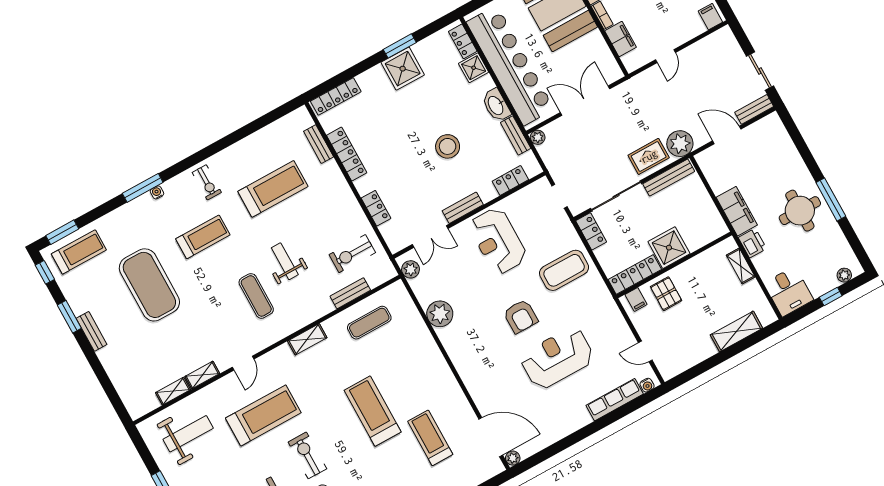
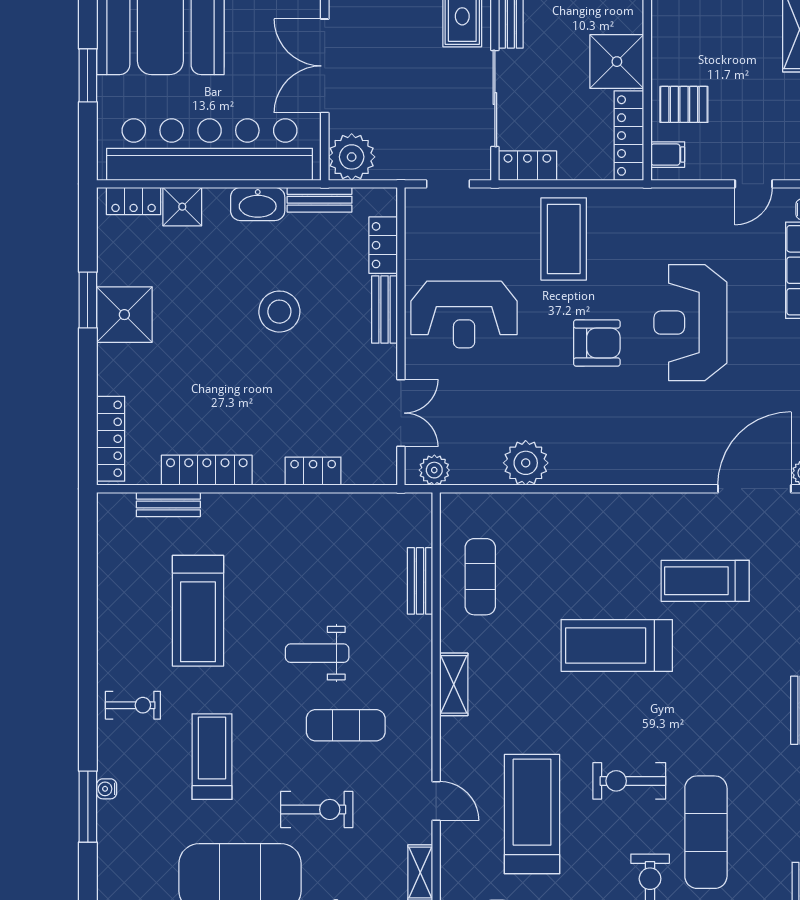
plant: (538, 137) -> (352, 157), width x1.87, depth x1.87
treadmill: (273, 189) -> (198, 611), turned 180
bench: (463, 208) -> (385, 310), moved
exercise bike: (352, 254) -> (317, 809), moved, turned -90

